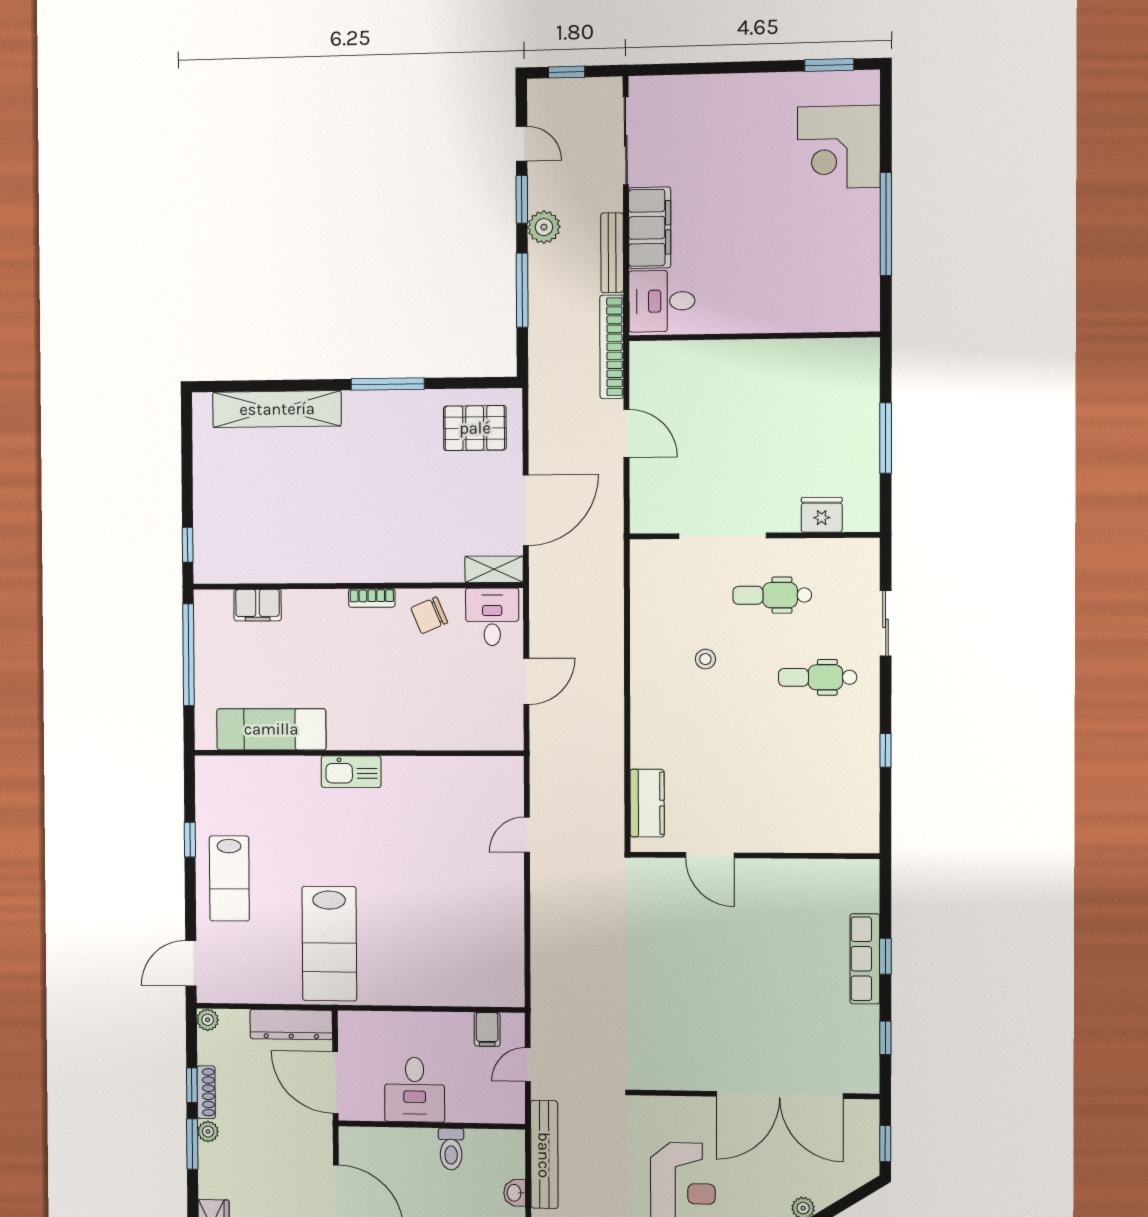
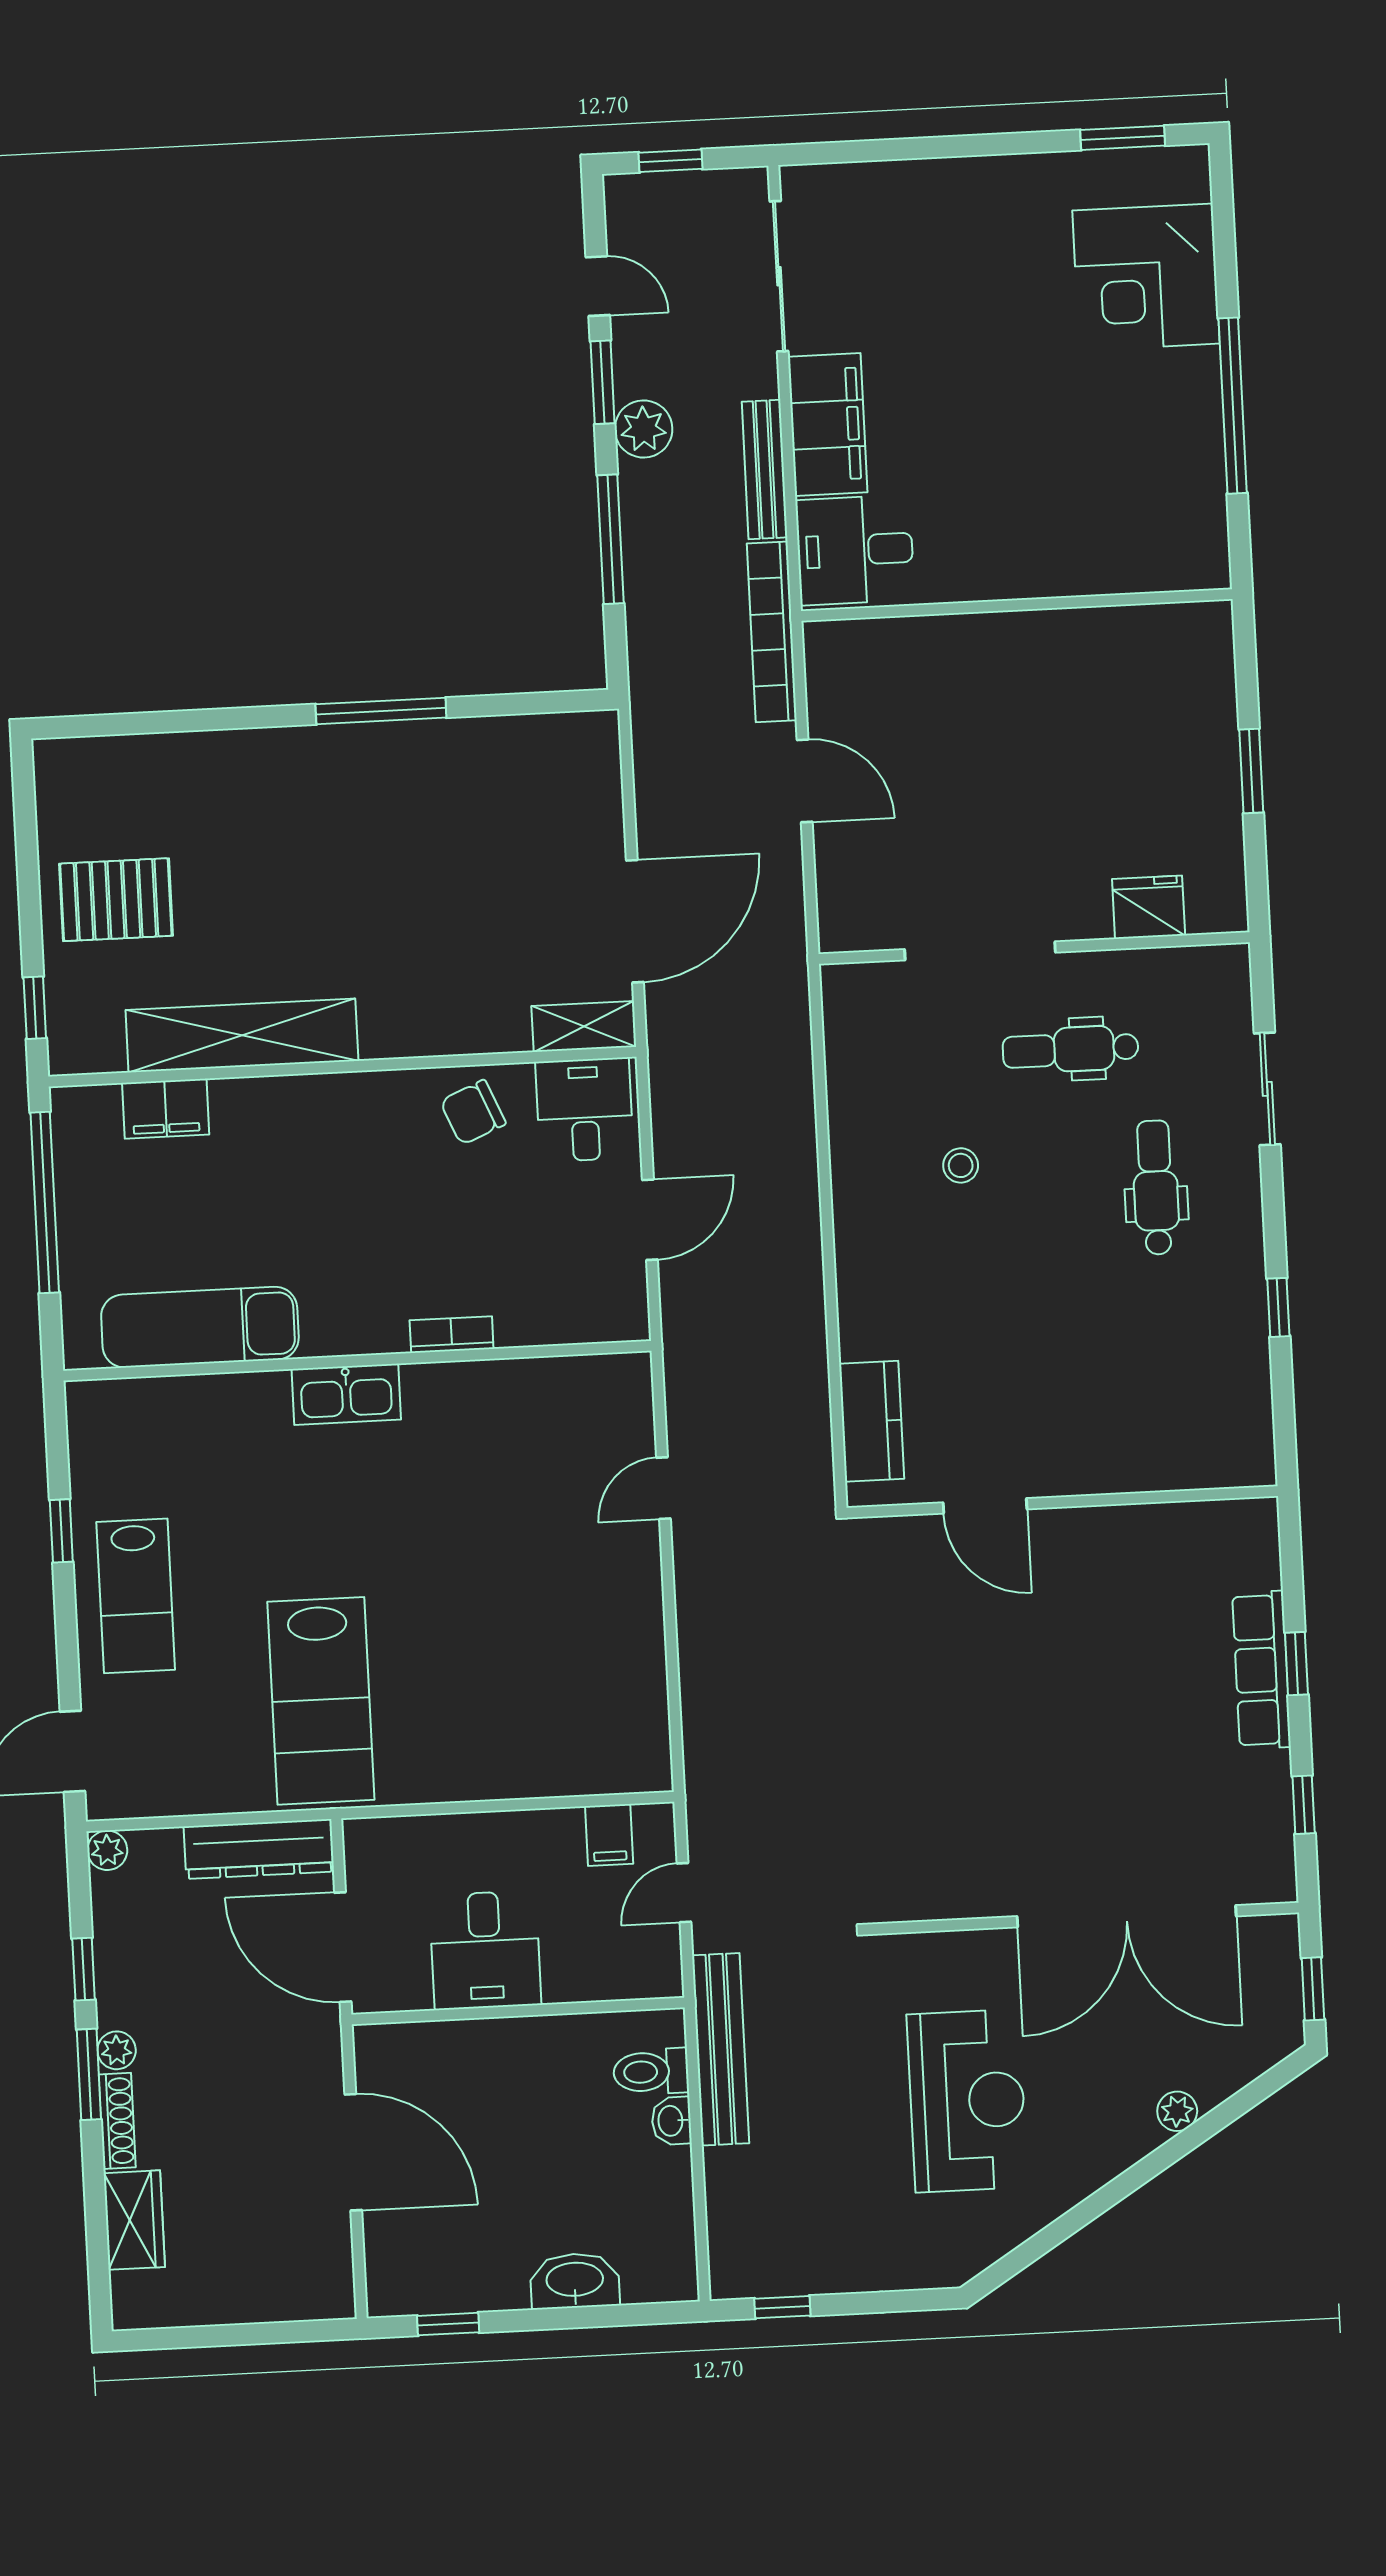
shelving: (277, 409) -> (242, 1035), moved
pallet: (475, 428) -> (116, 900), moved
window: (886, 438) -> (1251, 771), width x0.69
bookcase: (372, 598) -> (452, 1335), moved, turned 180
dental chair: (818, 677) -> (1156, 1187), turned 90
shoe rack: (206, 1092) -> (117, 2121), moved
toilet: (451, 1149) -> (651, 2072), moved, turned 90

